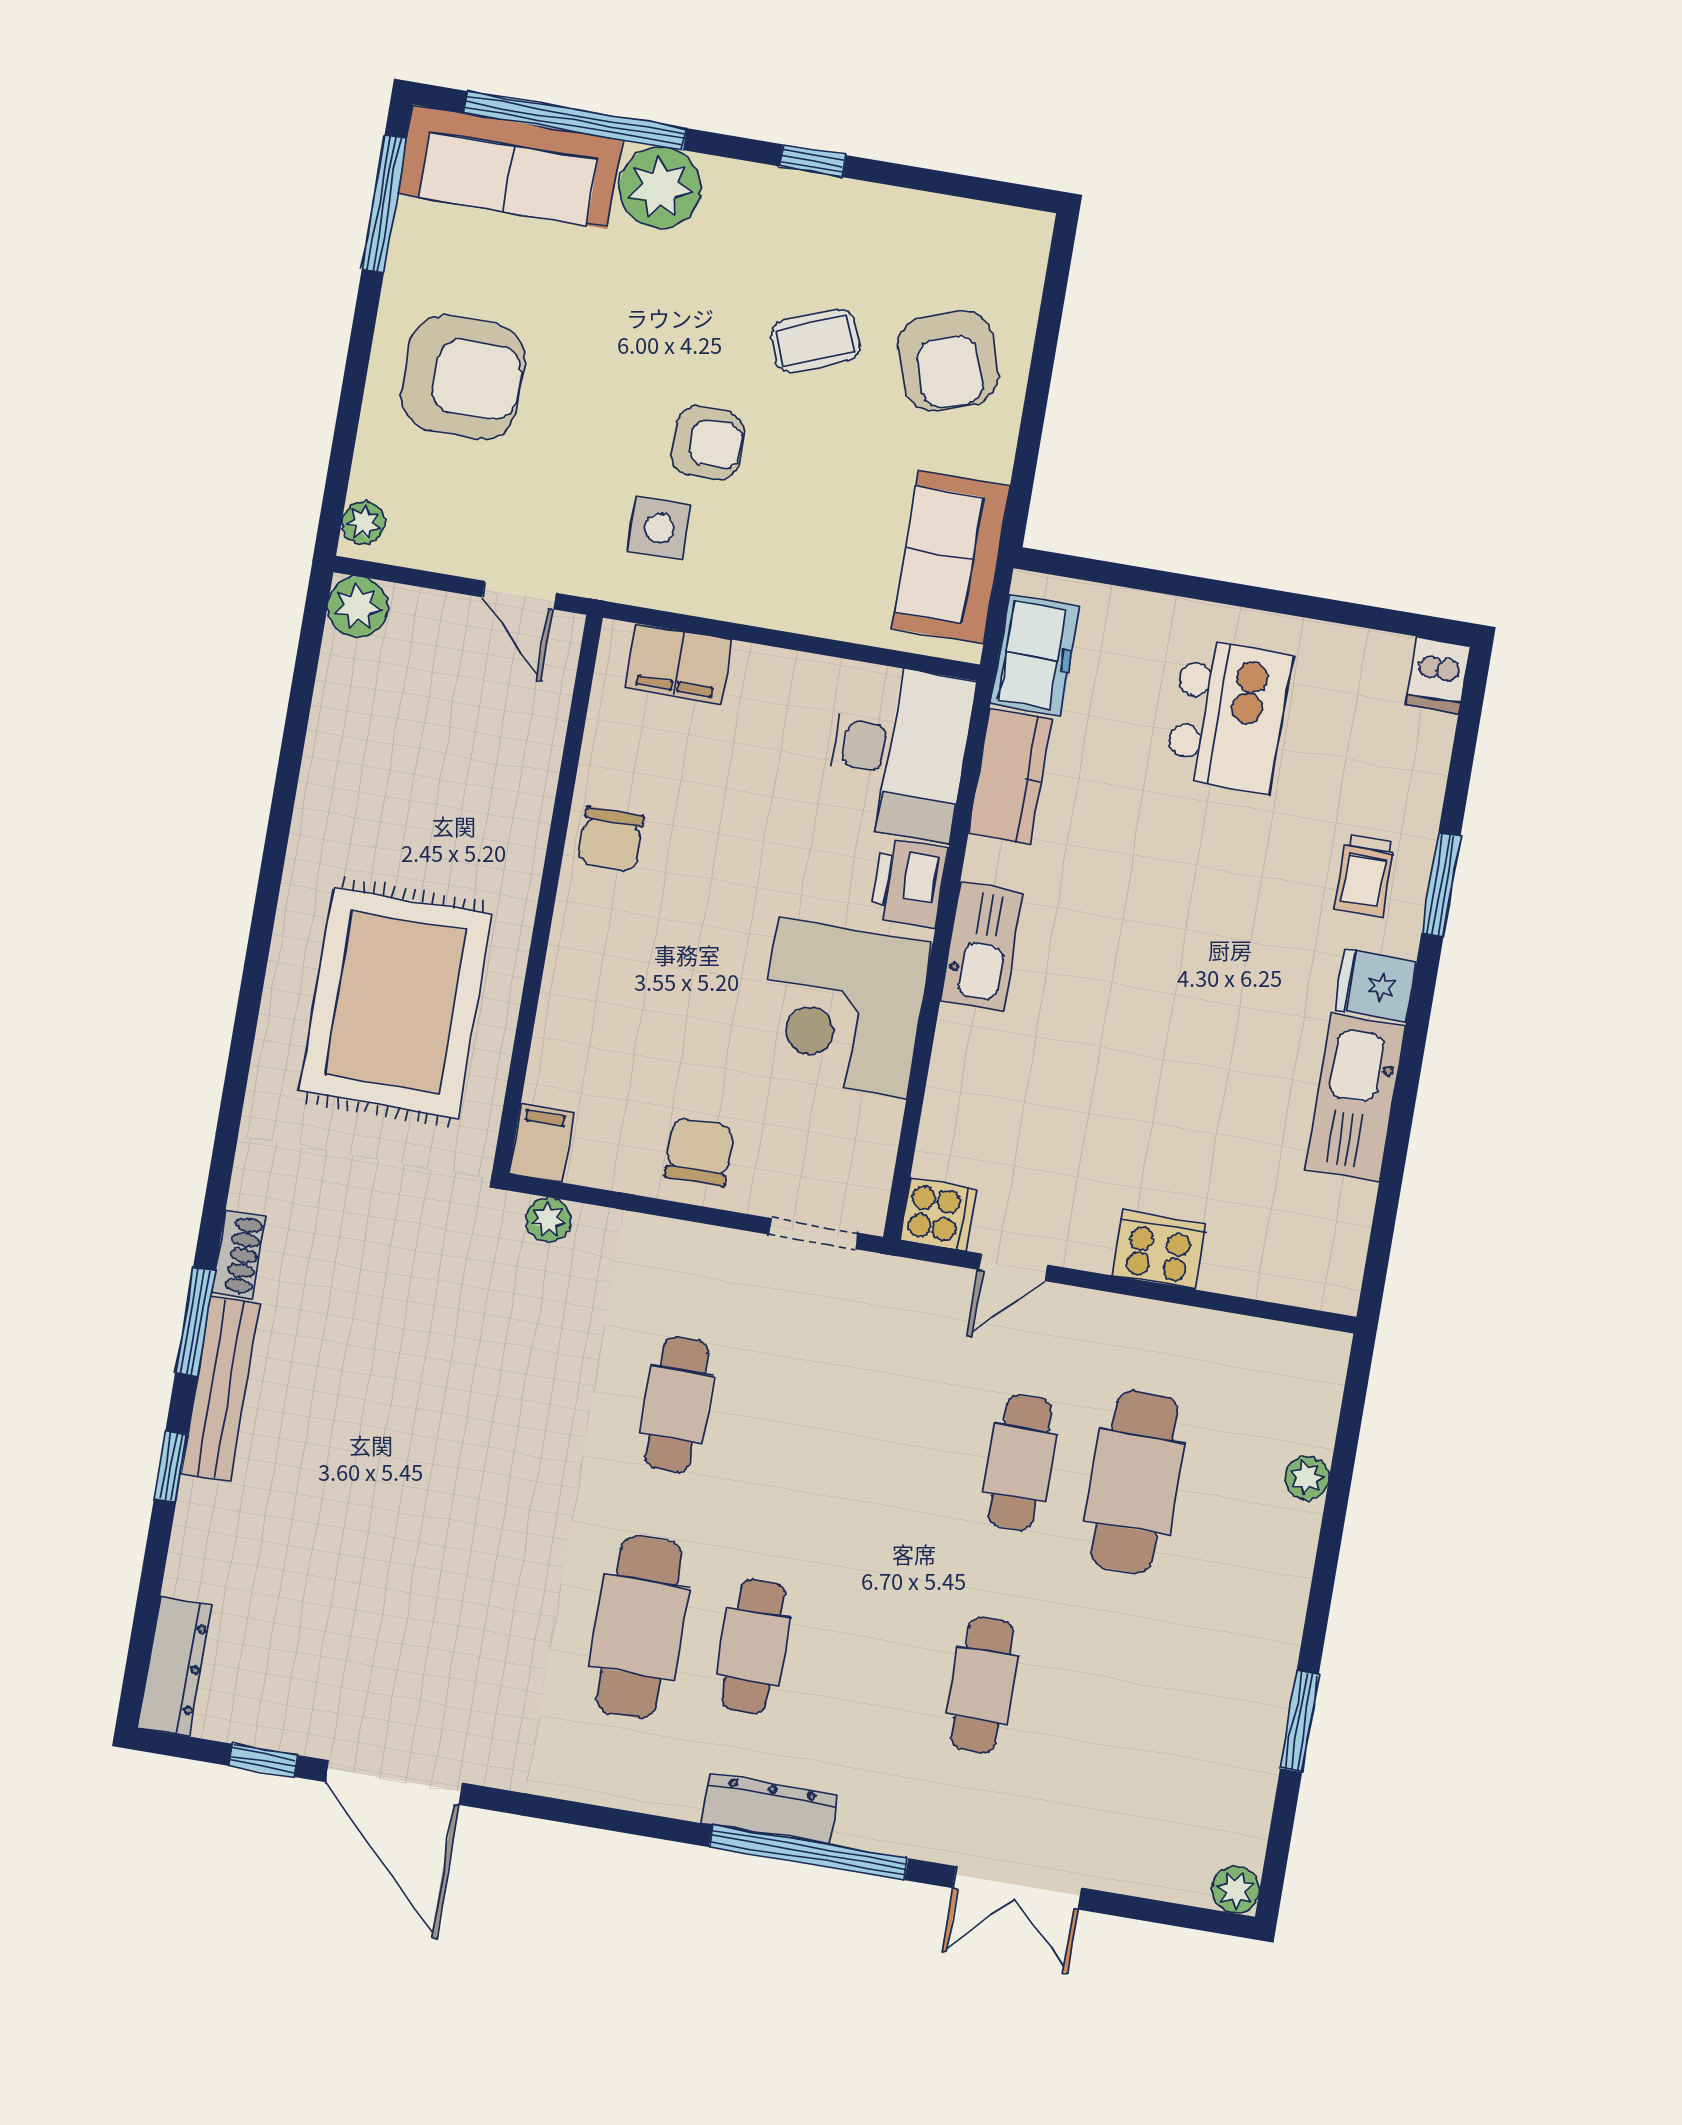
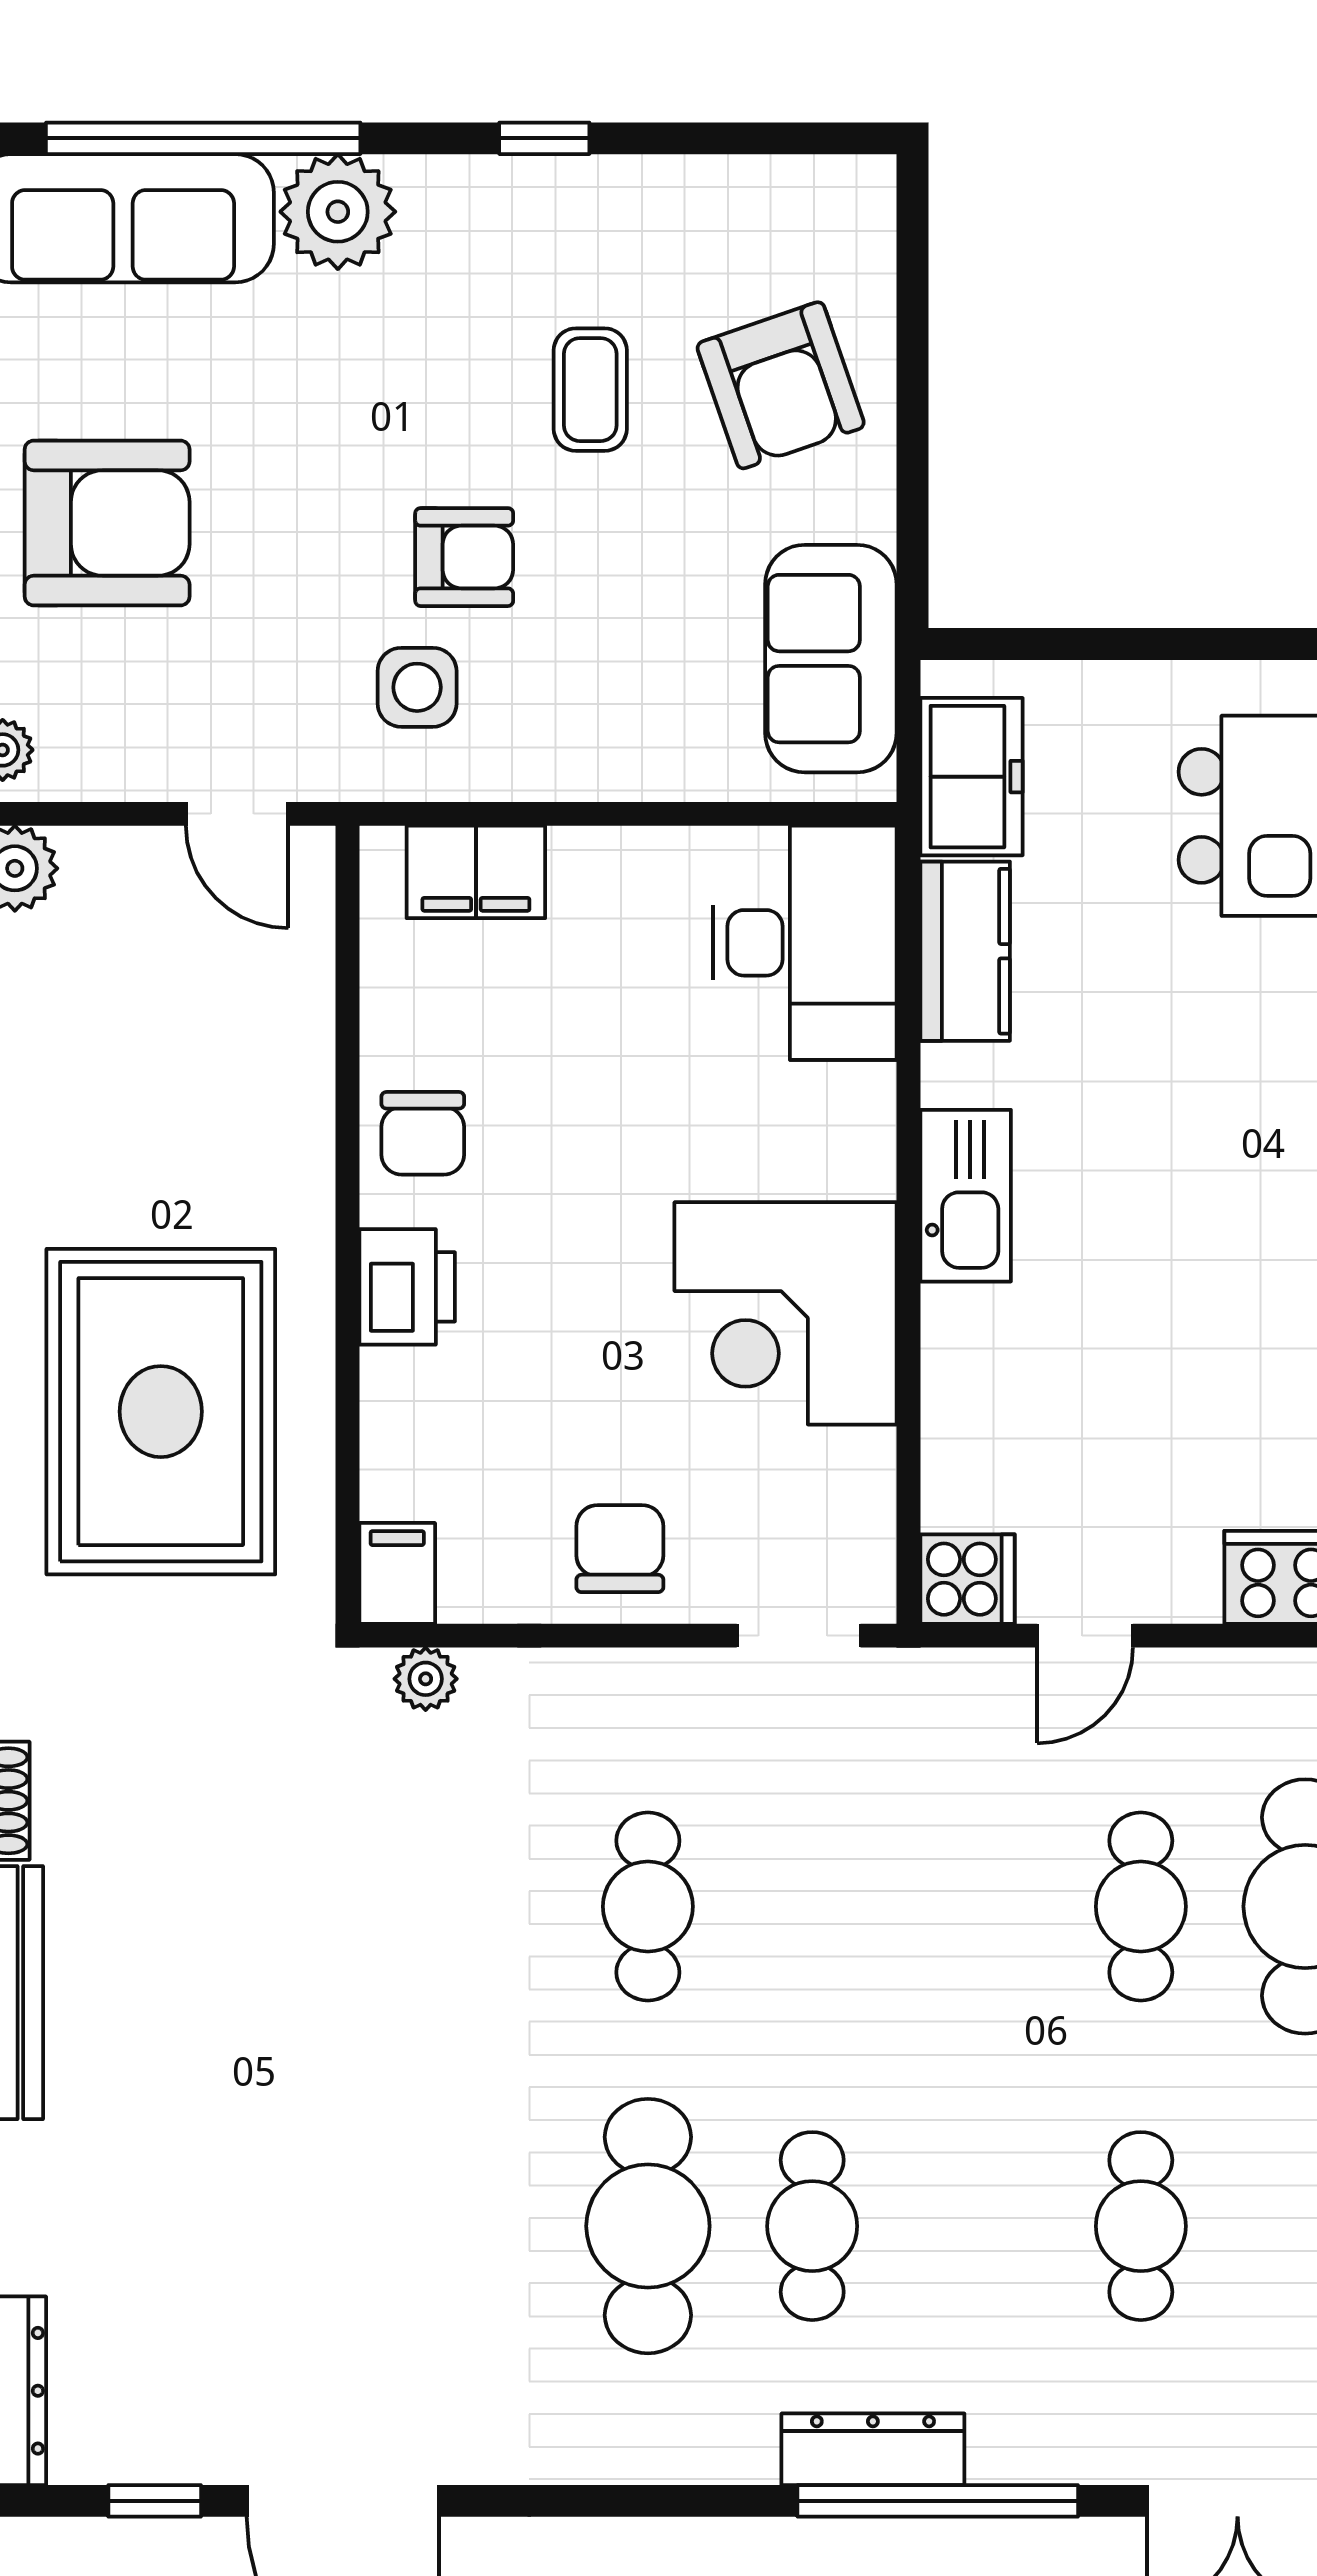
coffee table: (815, 341) -> (590, 390), turned -69
printer: (909, 883) -> (407, 1287), moved, turned 180

